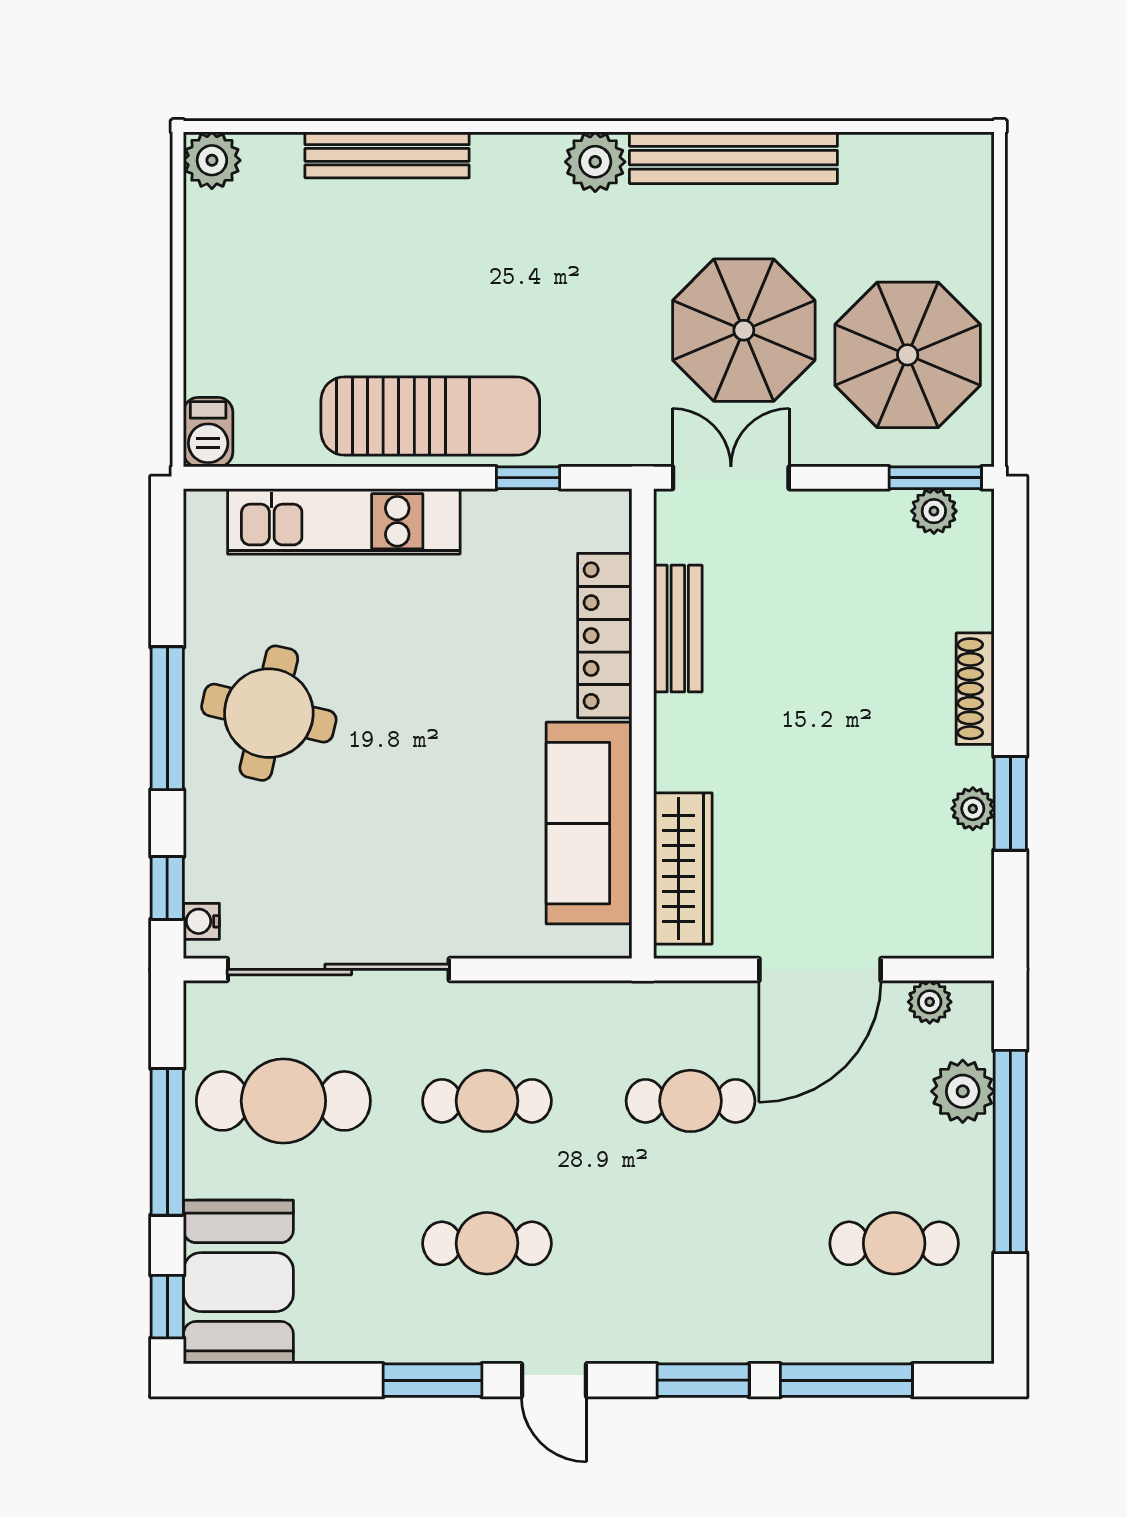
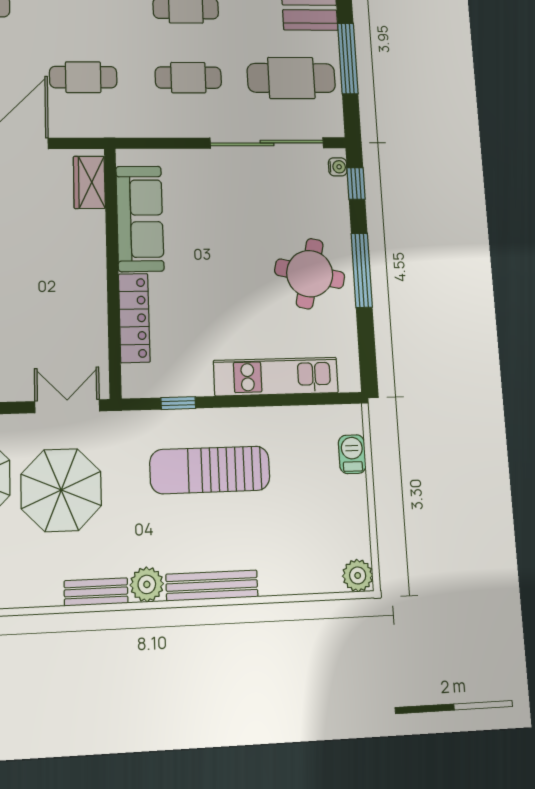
bench: (387, 155) -> (212, 585), moved
bench: (733, 158) -> (96, 592), width x0.54, depth x0.82
sun lounger: (430, 416) -> (210, 470), moved
barbecue: (208, 432) -> (352, 454), moved
double door: (731, 478) -> (67, 406), swing flipped
bench: (678, 629) -> (95, 322), removed
wardrobe: (683, 868) -> (89, 182), width x0.67

